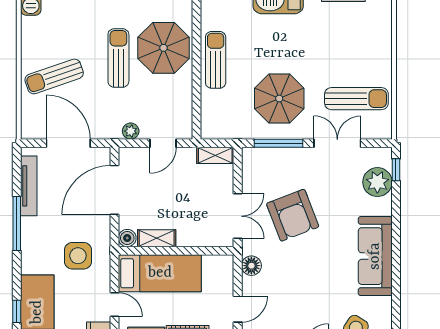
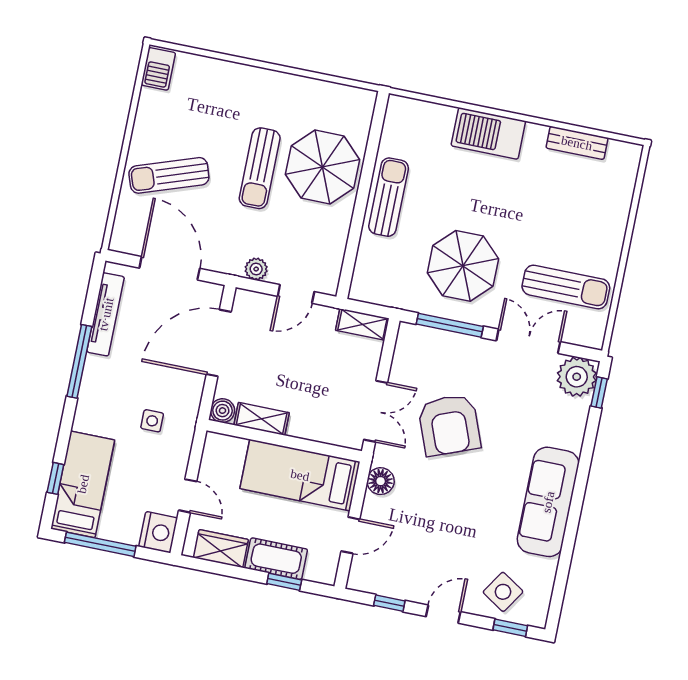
sun lounger: (118, 58) -> (260, 168), turned 180
plant: (377, 182) -> (577, 377), moved
side table: (78, 256) -> (152, 421), width x0.54, depth x0.54
bed: (160, 273) -> (300, 475), moved, turned 180

